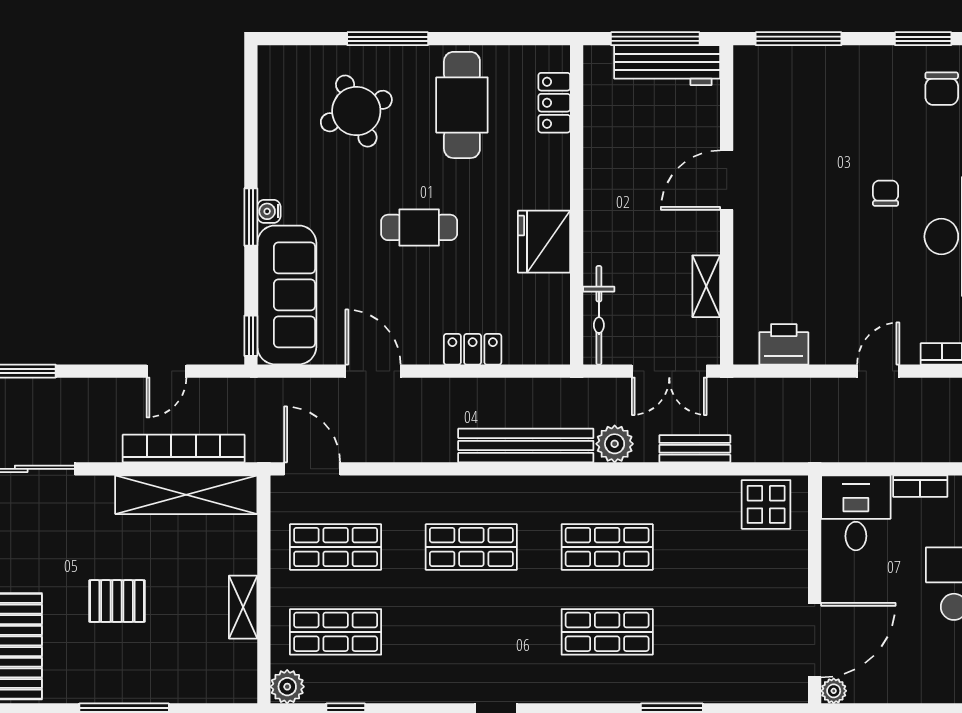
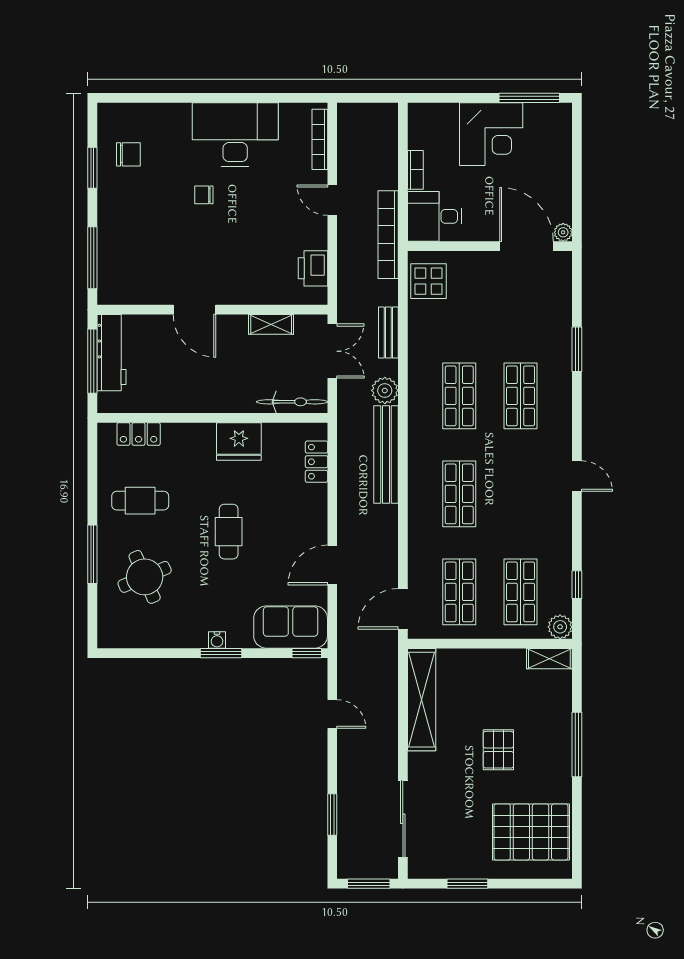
cafe table: (462, 105) -> (140, 501), width x0.73, depth x0.74
sofa: (287, 295) -> (291, 627), width x0.73
locker: (473, 349) -> (317, 462), moved
bookcase: (184, 448) -> (388, 235), moved
shelving: (243, 607) -> (549, 659), moved

